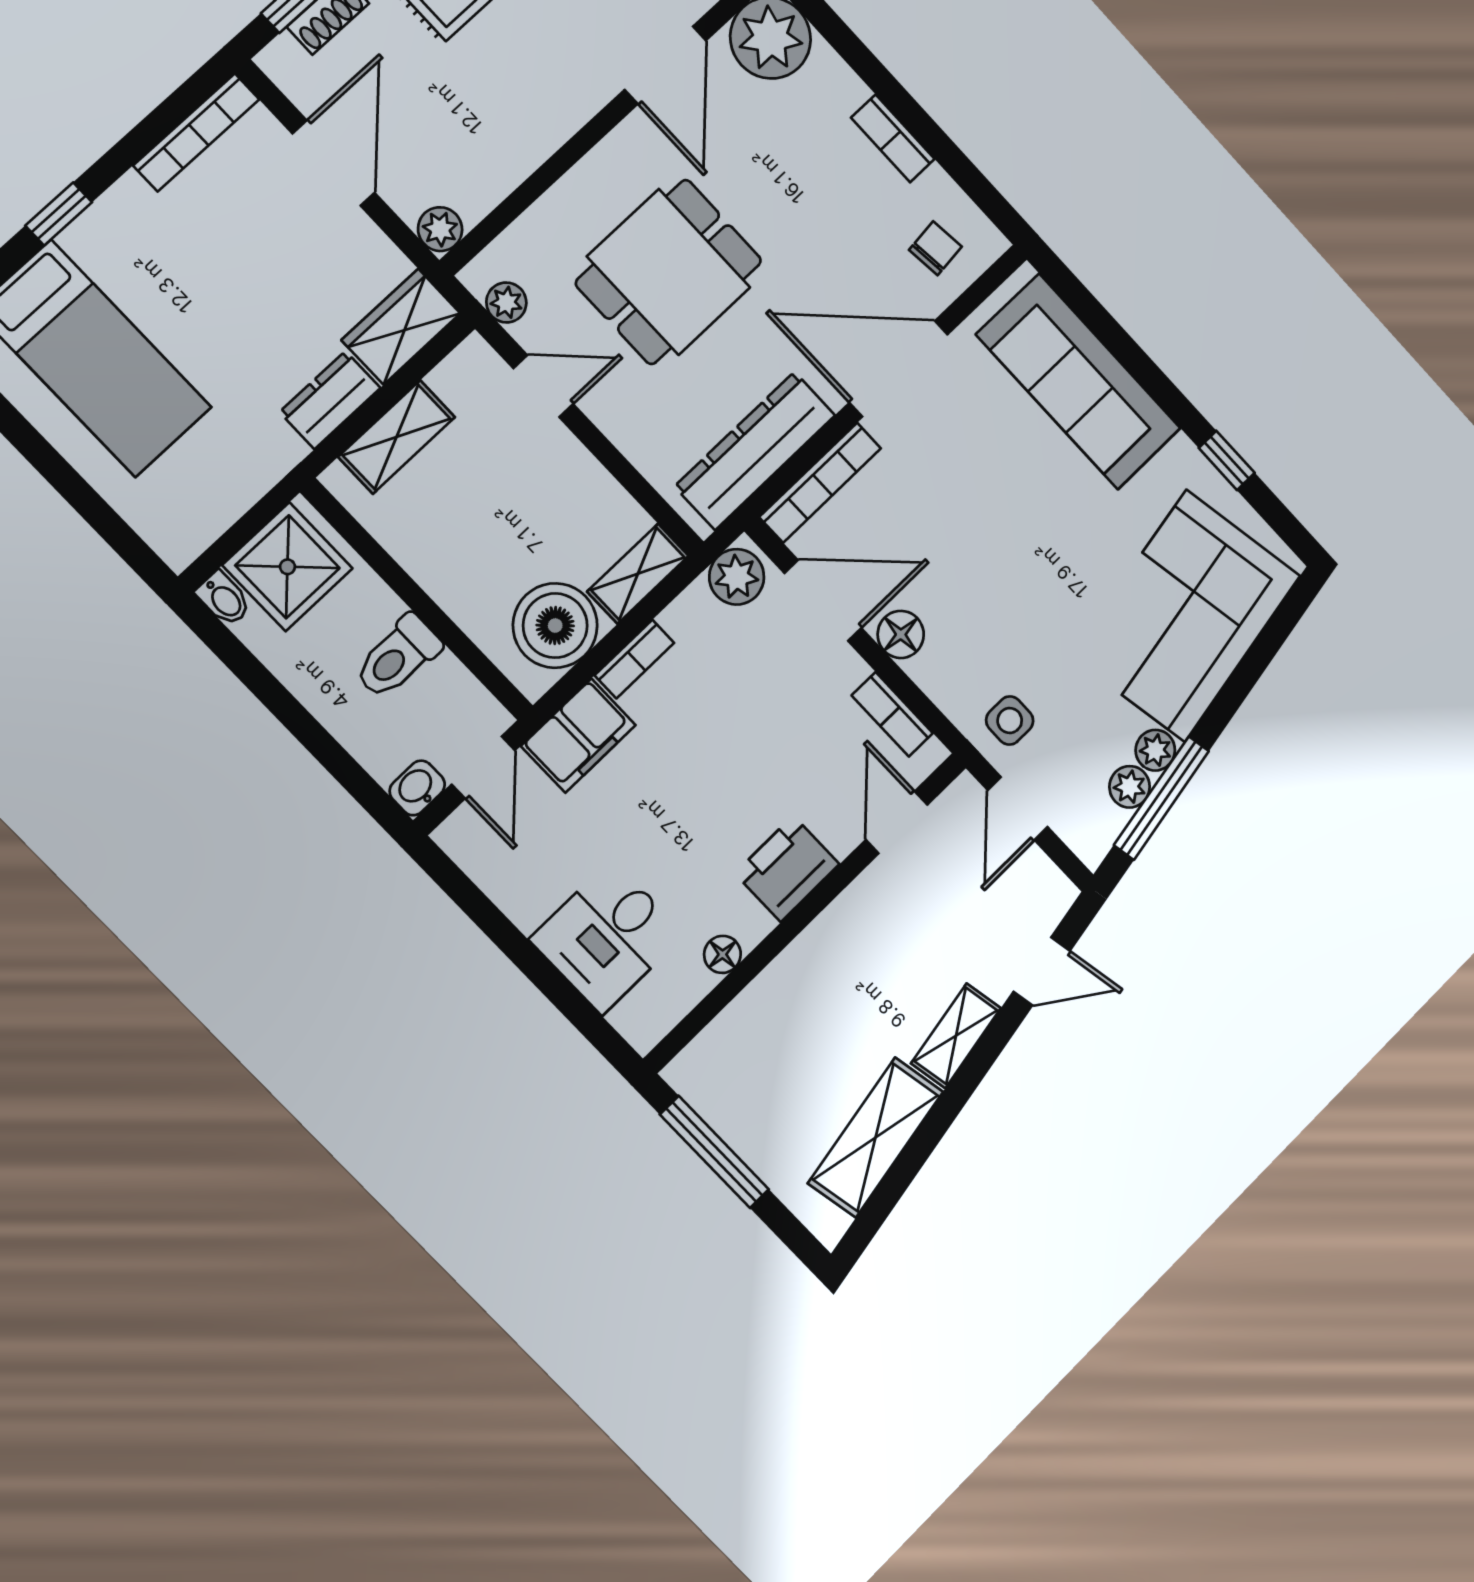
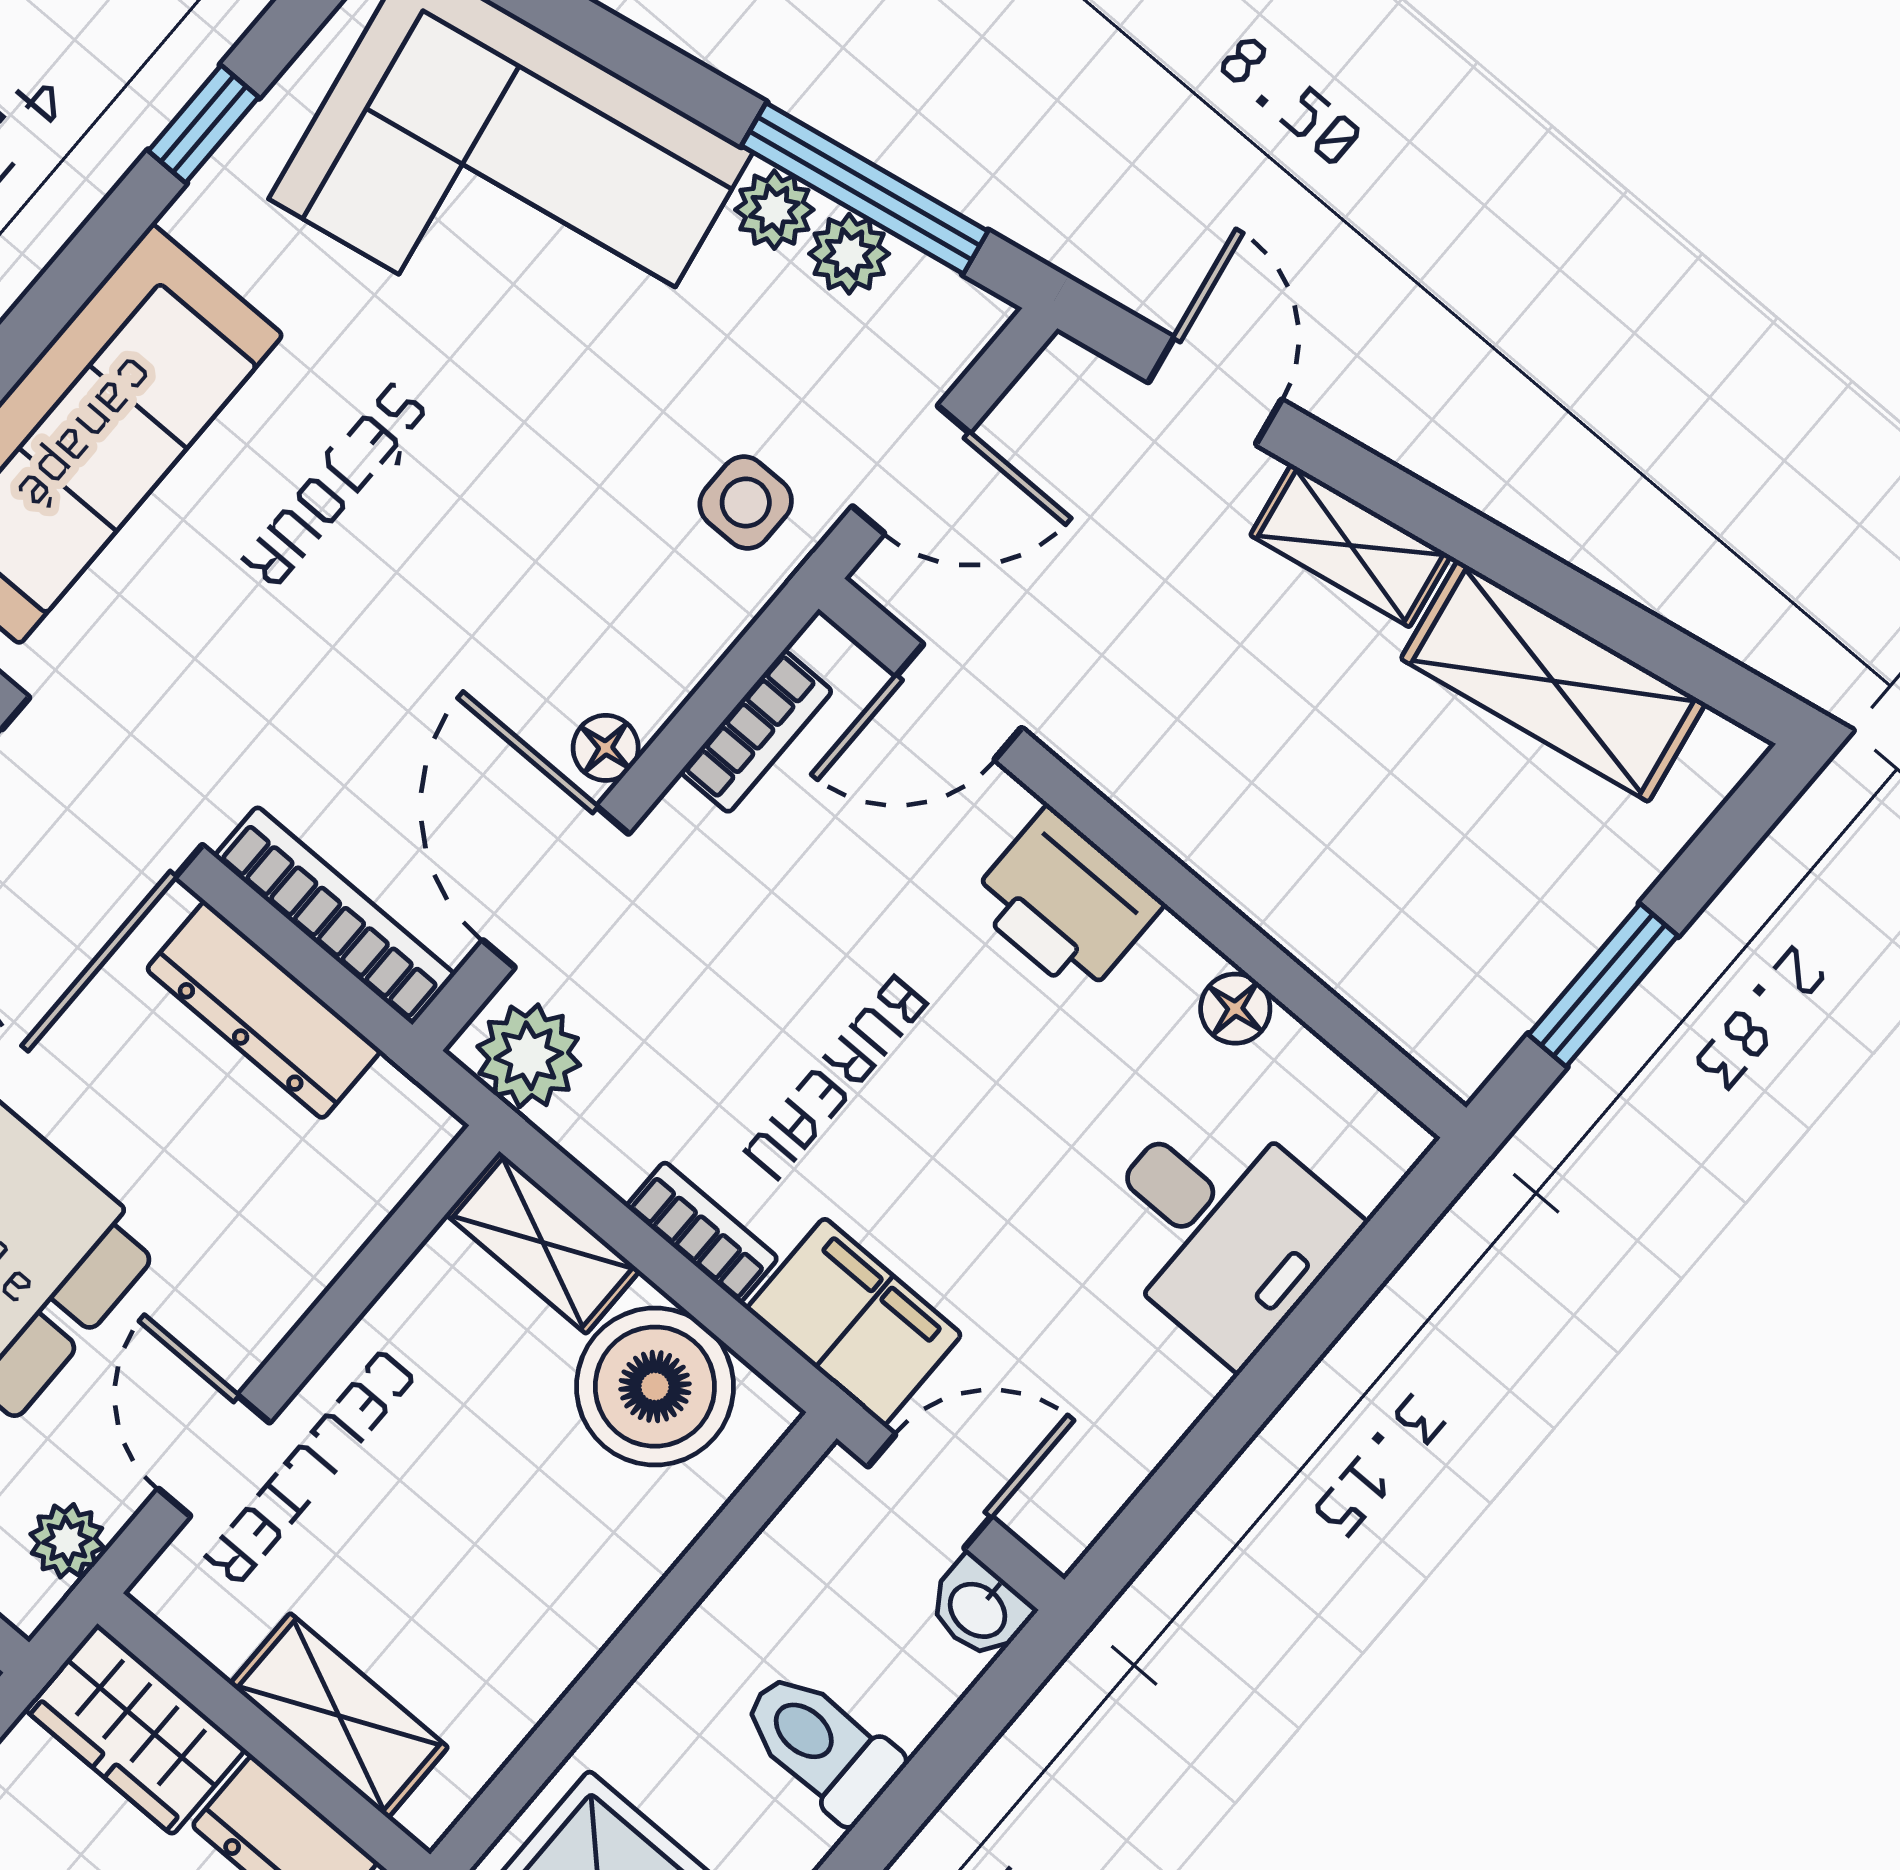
dresser: (755, 451) -> (264, 1010), width x0.73, depth x0.80
floor lamp: (901, 634) -> (606, 748), width x0.73, depth x0.73
toilet: (398, 657) -> (821, 1745), moved, turned 180
window: (714, 1152) -> (1603, 985), width x0.69

